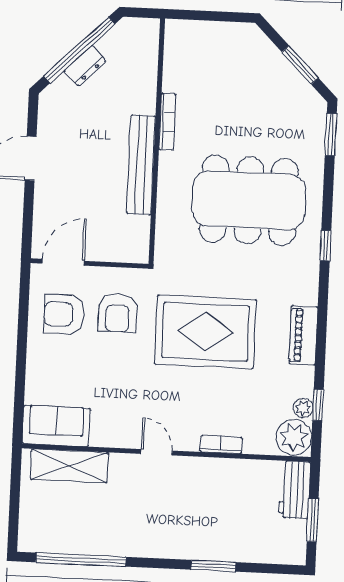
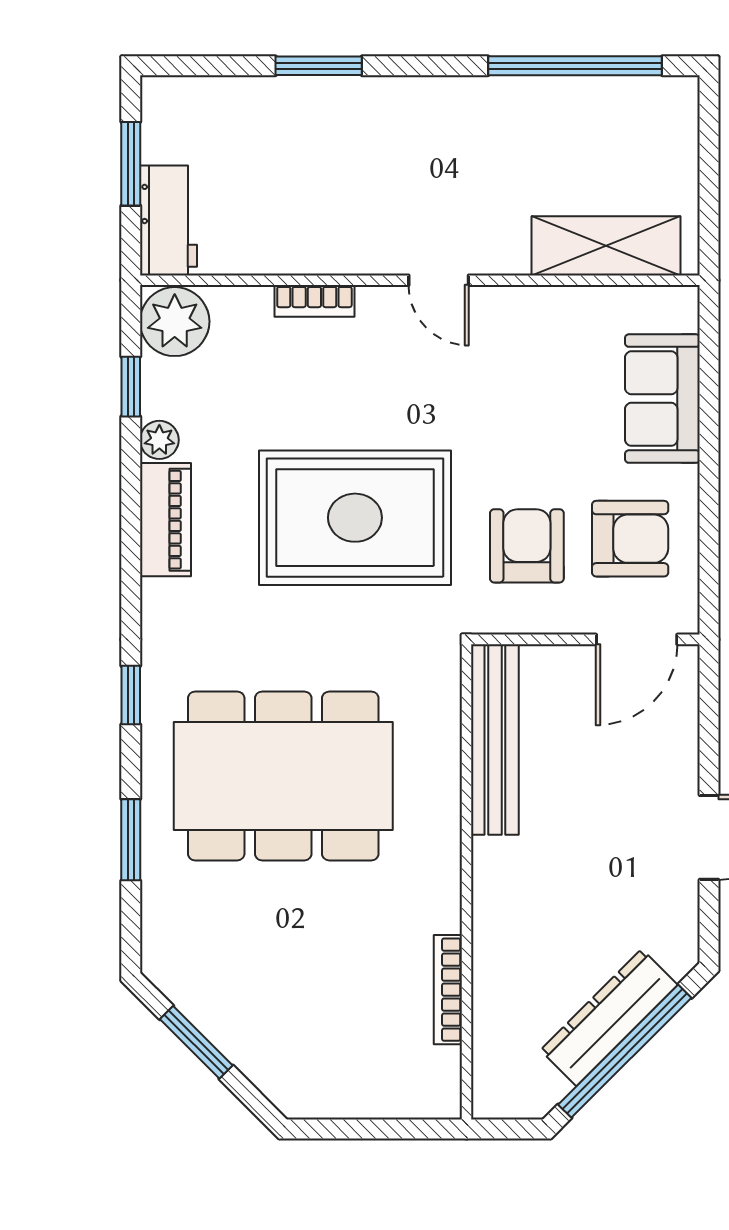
dresser: (85, 66) -> (609, 1018), width x1.96, depth x1.24
bookcase: (167, 122) -> (448, 990), moved
window: (331, 135) -> (131, 840), moved
bench: (141, 165) -> (495, 739), moved
plant: (303, 408) -> (159, 440), moved
sofa: (56, 426) -> (662, 399), moved, turned 90

